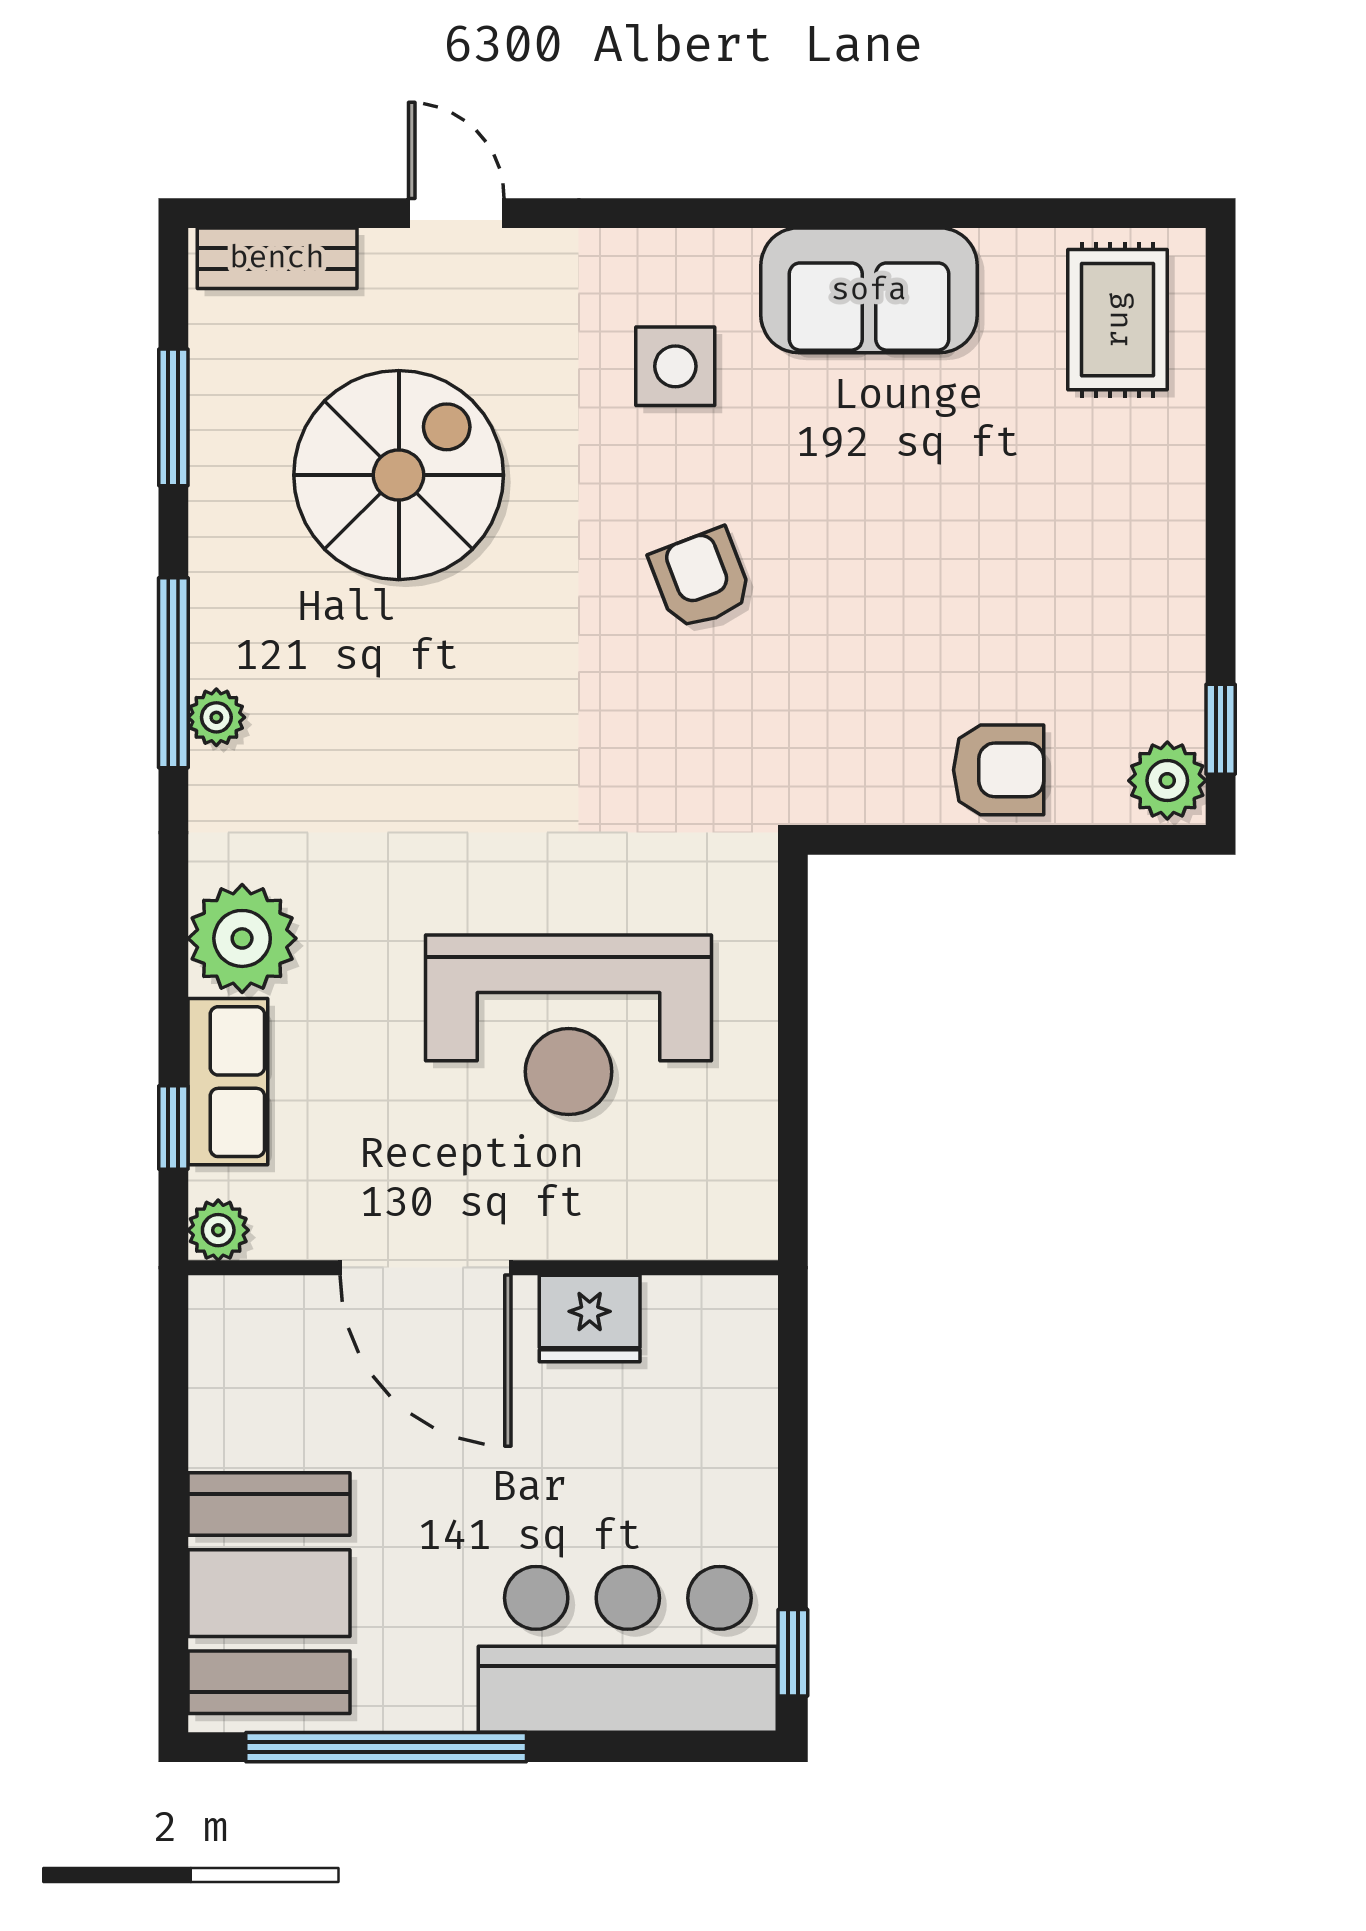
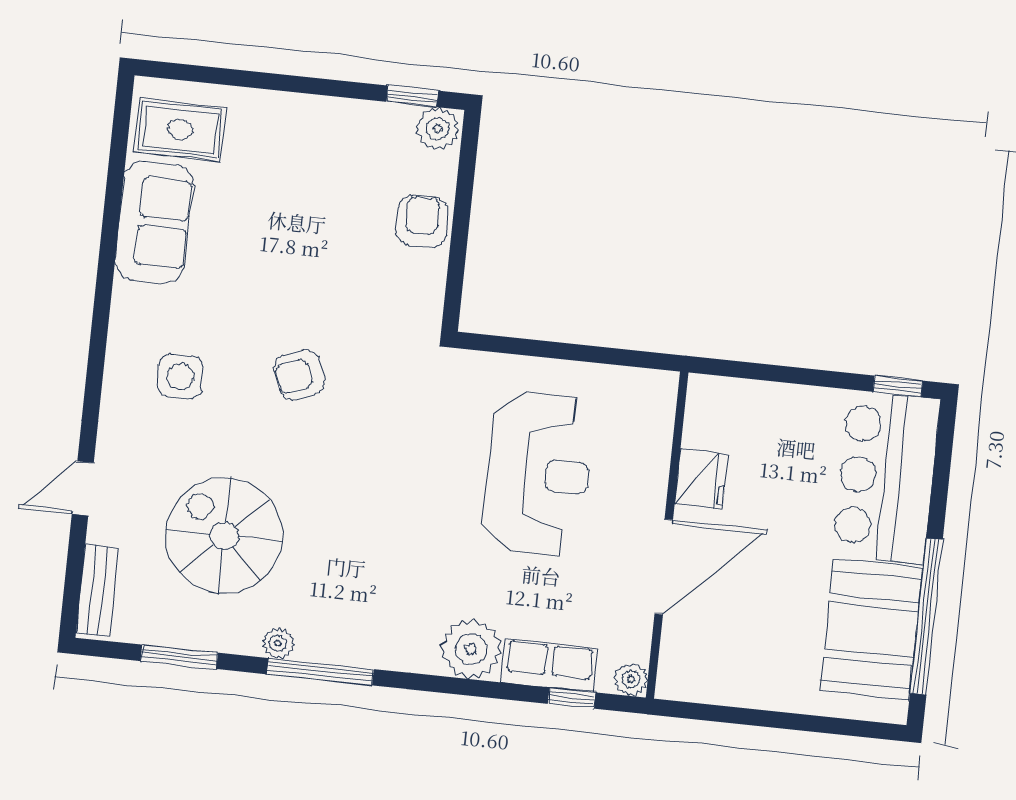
sofa: (869, 290) -> (154, 222), moved
plant: (216, 717) -> (278, 643), moved
booth: (269, 1593) -> (871, 630), moved, turned 90

